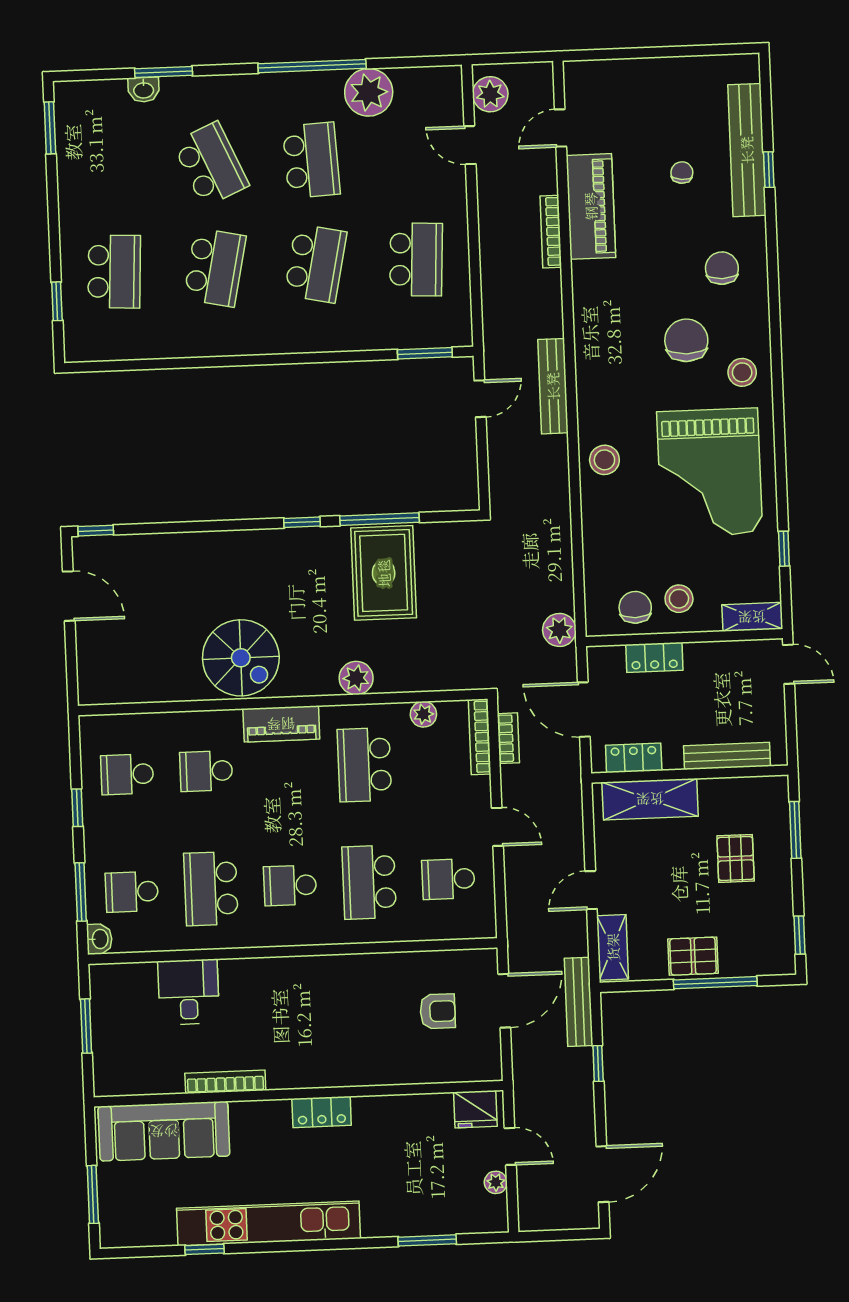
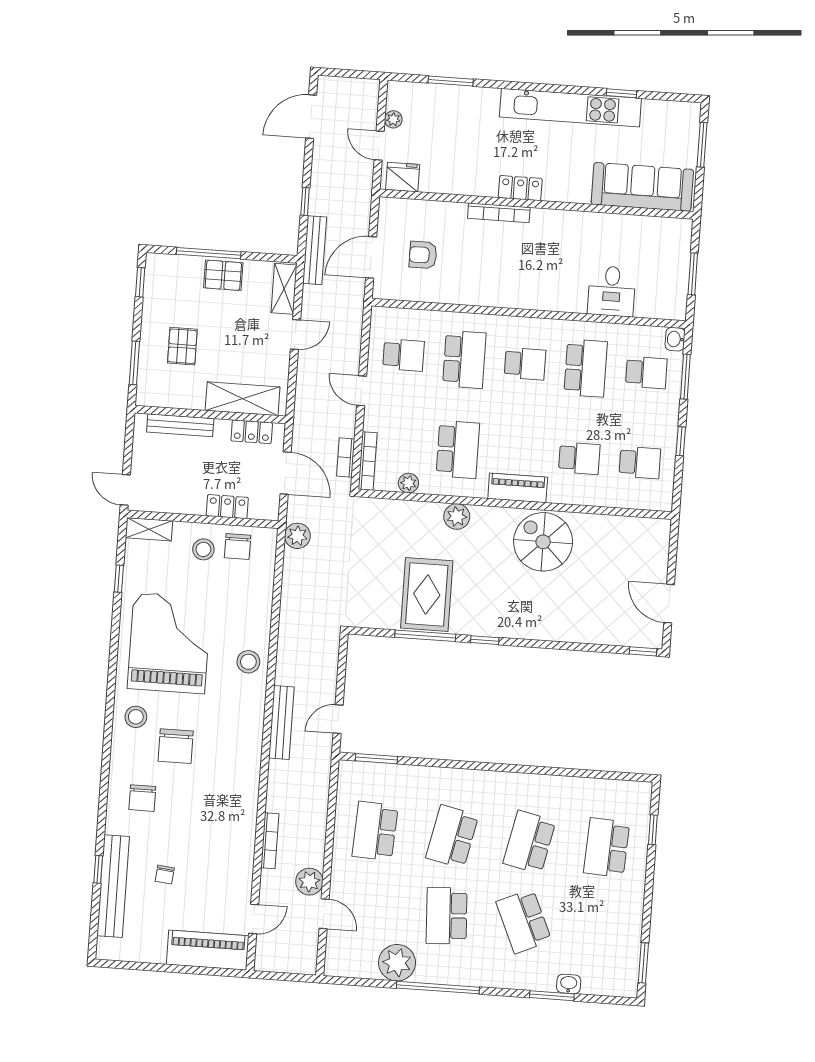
plant: (490, 94) -> (309, 882), moved
piano: (591, 206) -> (208, 950), moved, turned 90
bookcase: (225, 1082) -> (499, 213), moved

